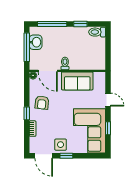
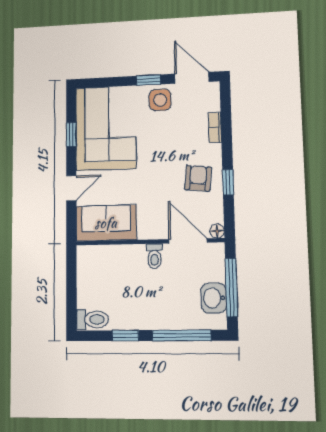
sofa: (77, 81) -> (106, 223), moved
door: (108, 100) -> (71, 188), swing flipped
window: (27, 113) -> (228, 182), moved

